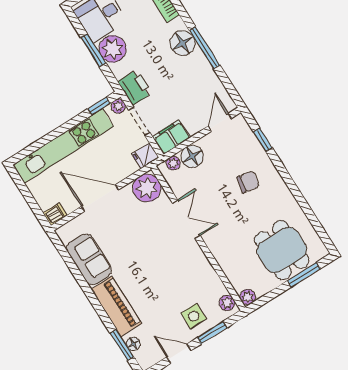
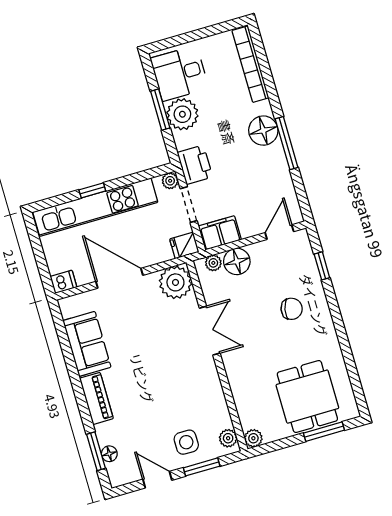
window: (99, 106) -> (92, 190), moved
piano: (116, 306) -> (96, 398), width x0.73, depth x0.75

